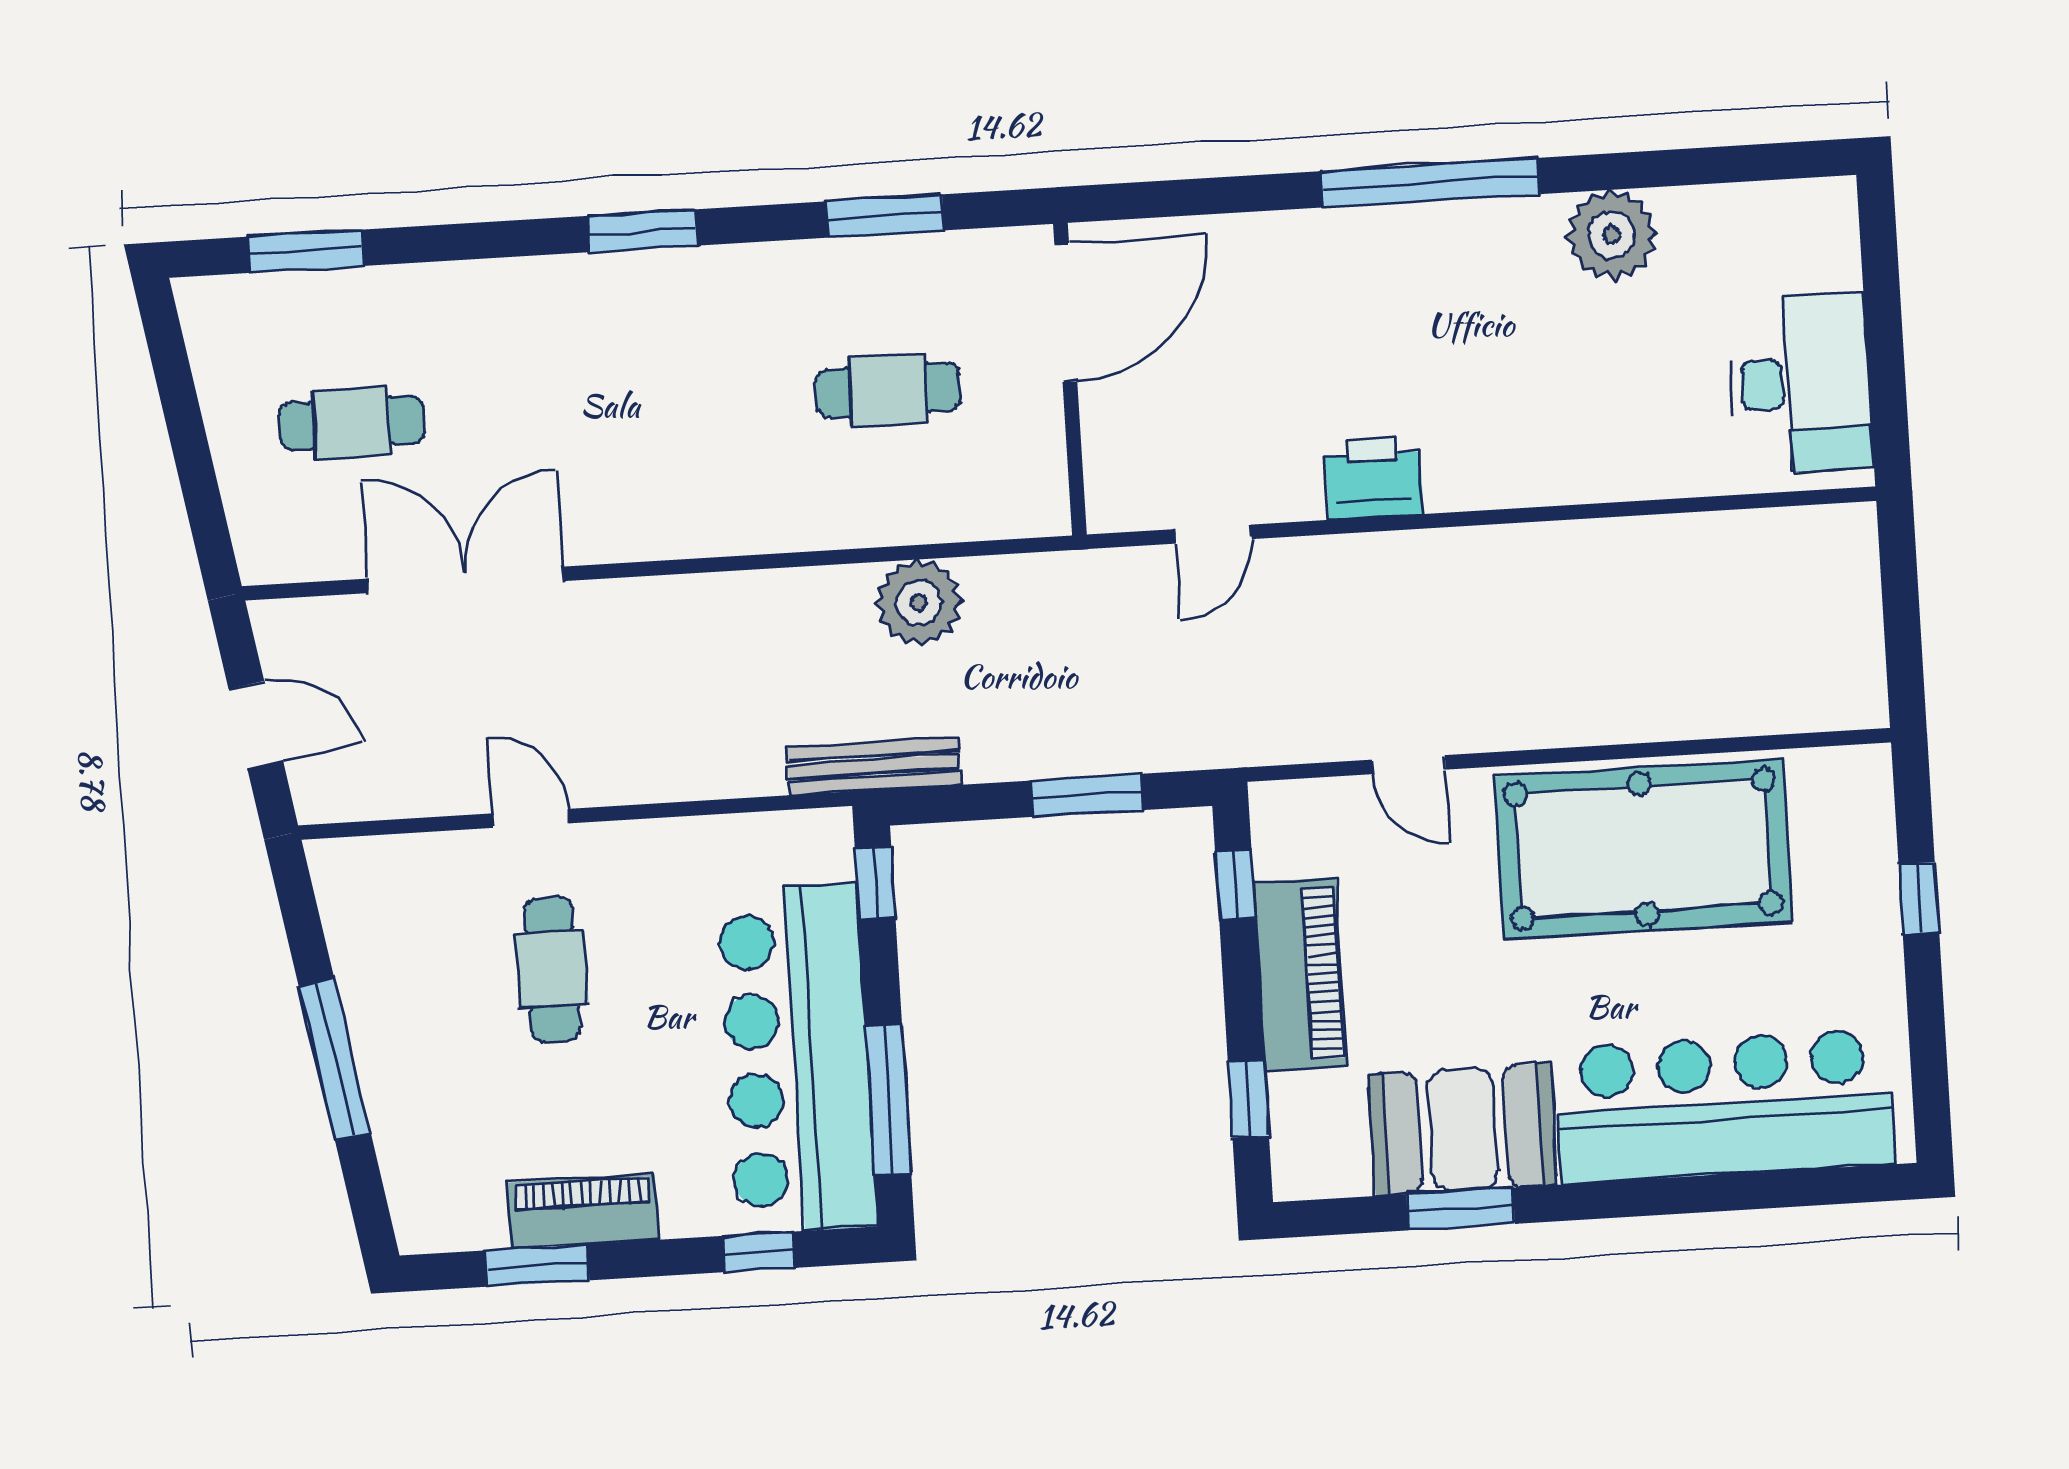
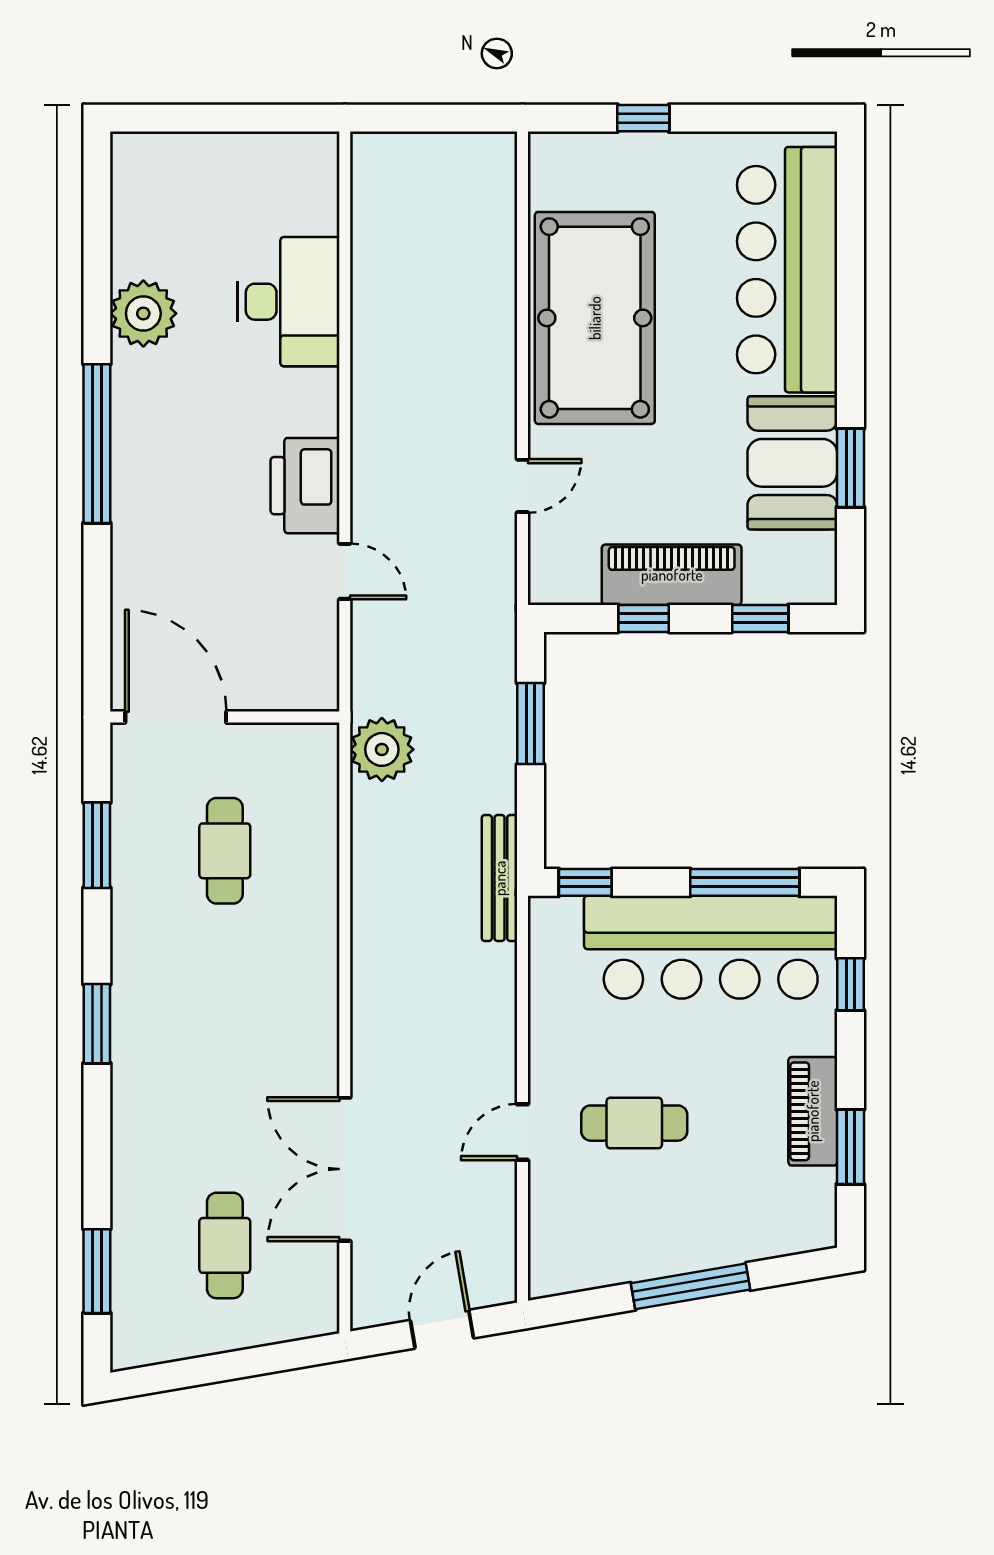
desk: (1800, 383) -> (289, 302), moved, turned 90
printer: (1374, 478) -> (305, 486), width x1.37, depth x1.19
door: (1213, 534) -> (345, 571), moved
plant: (919, 603) -> (382, 749), moved
window: (1235, 885) -> (644, 618), moved

